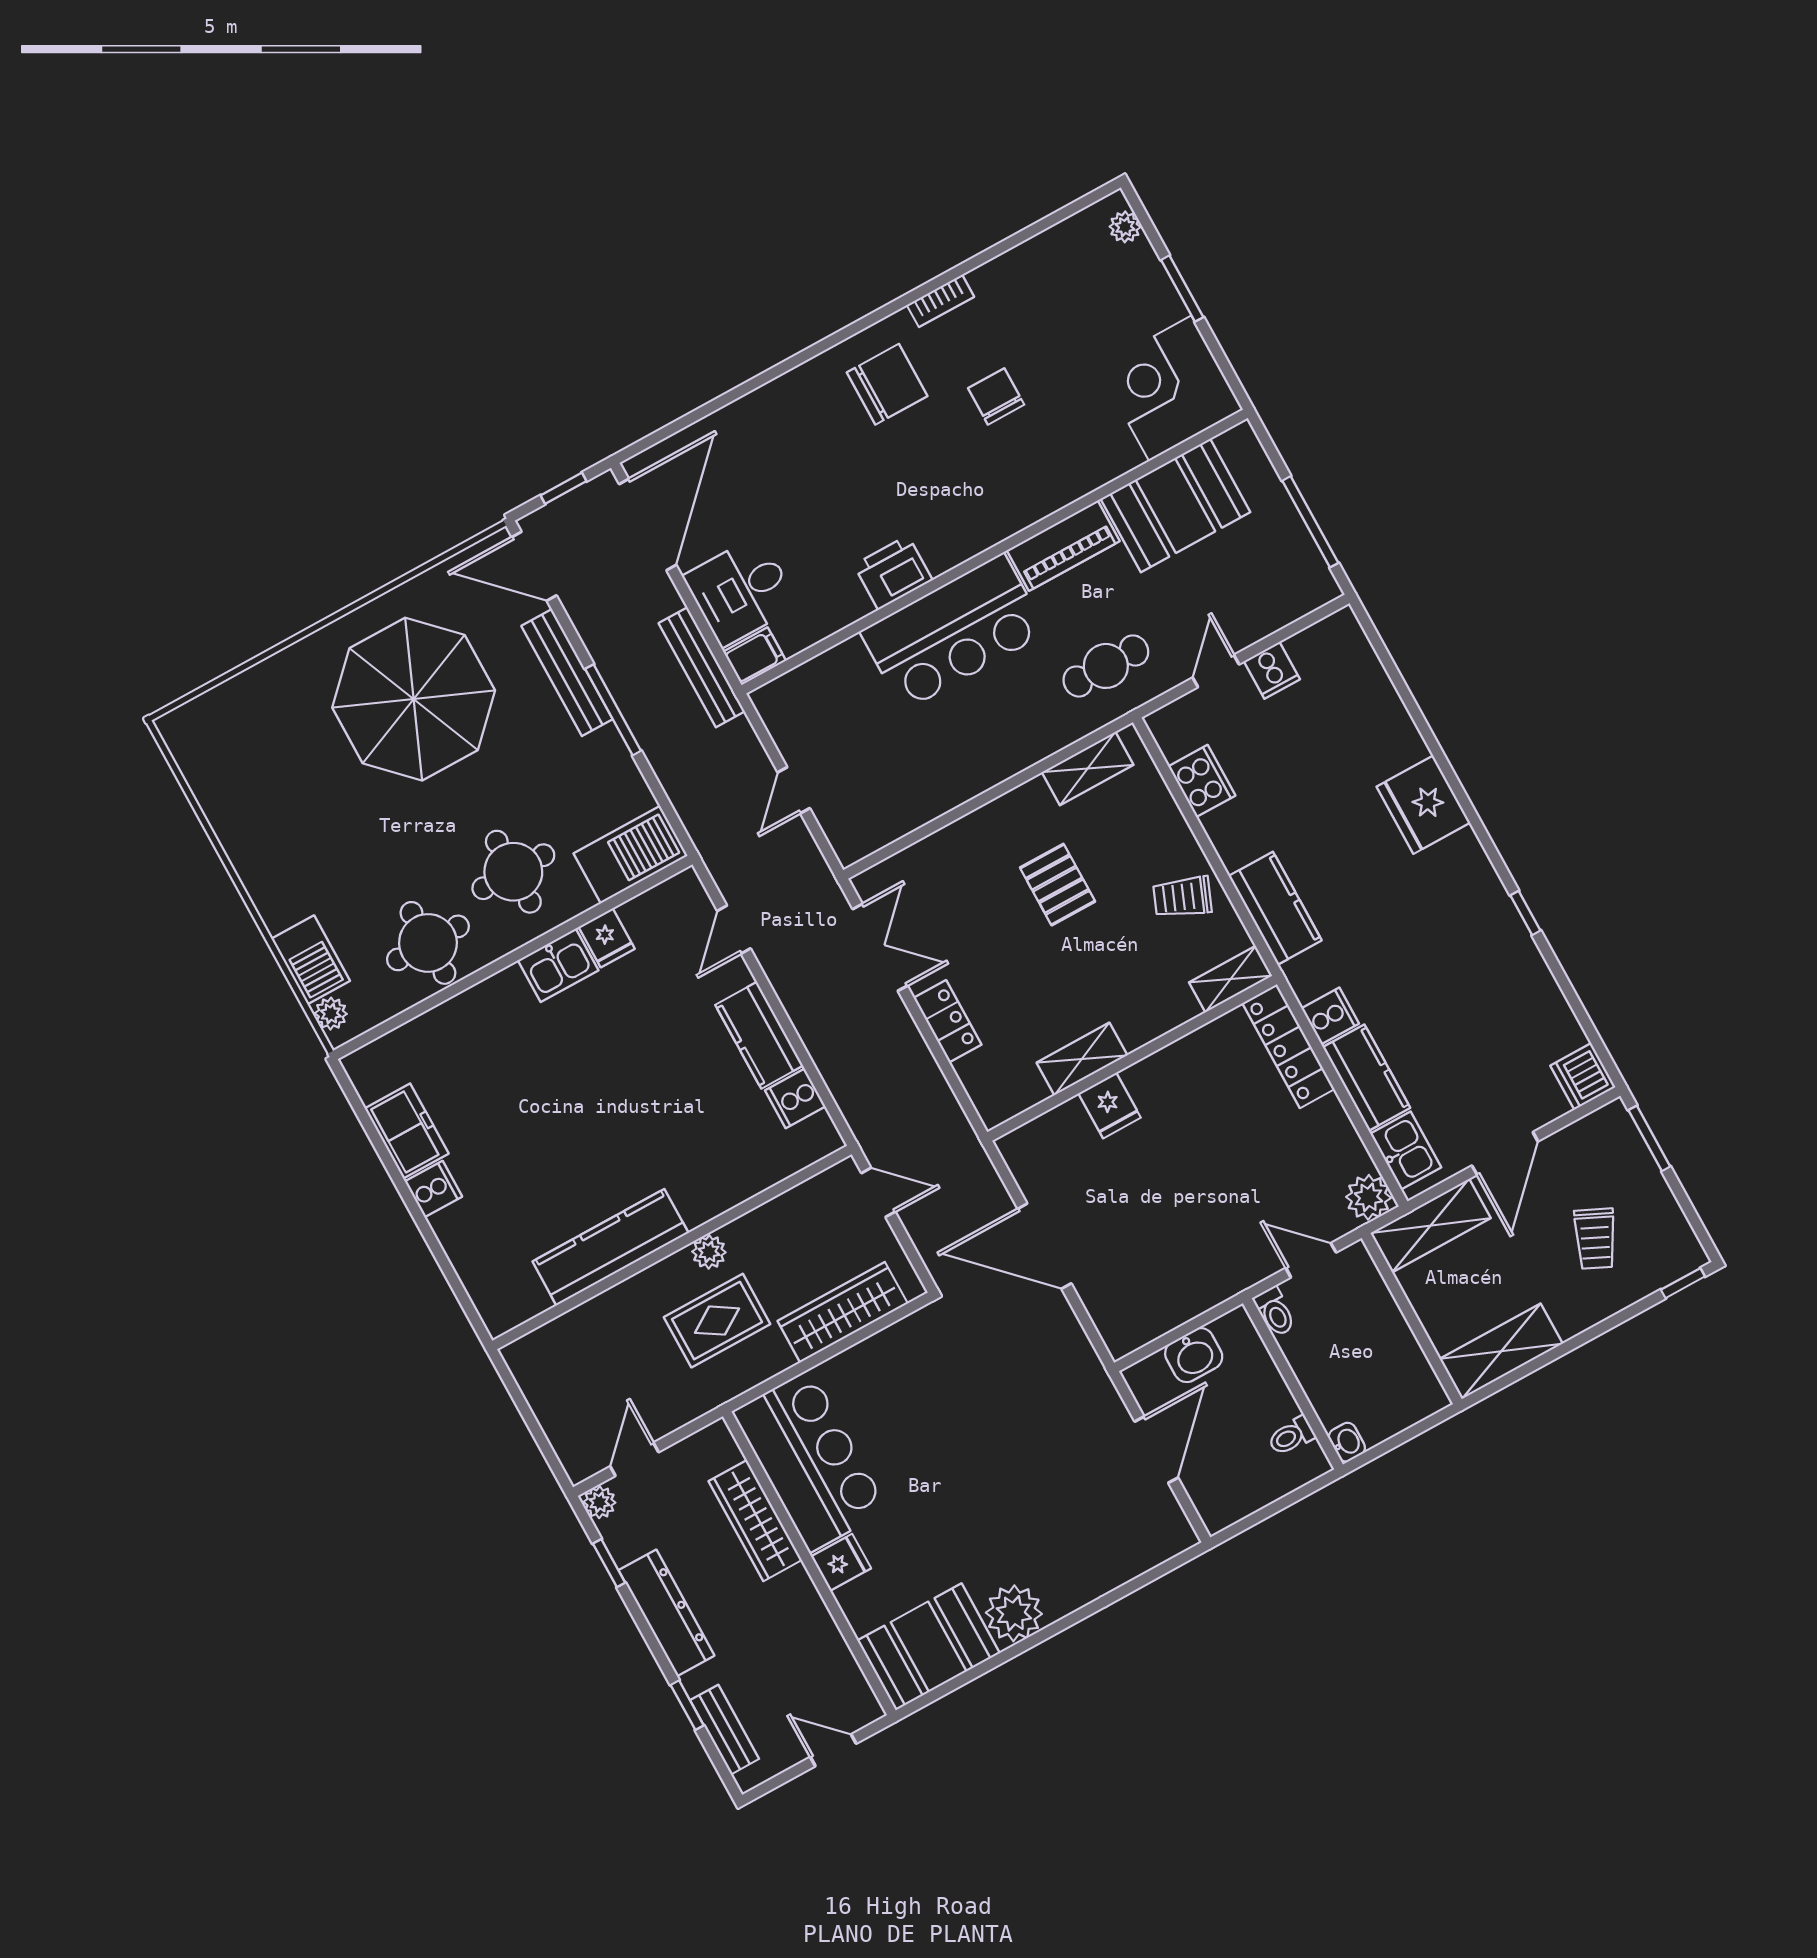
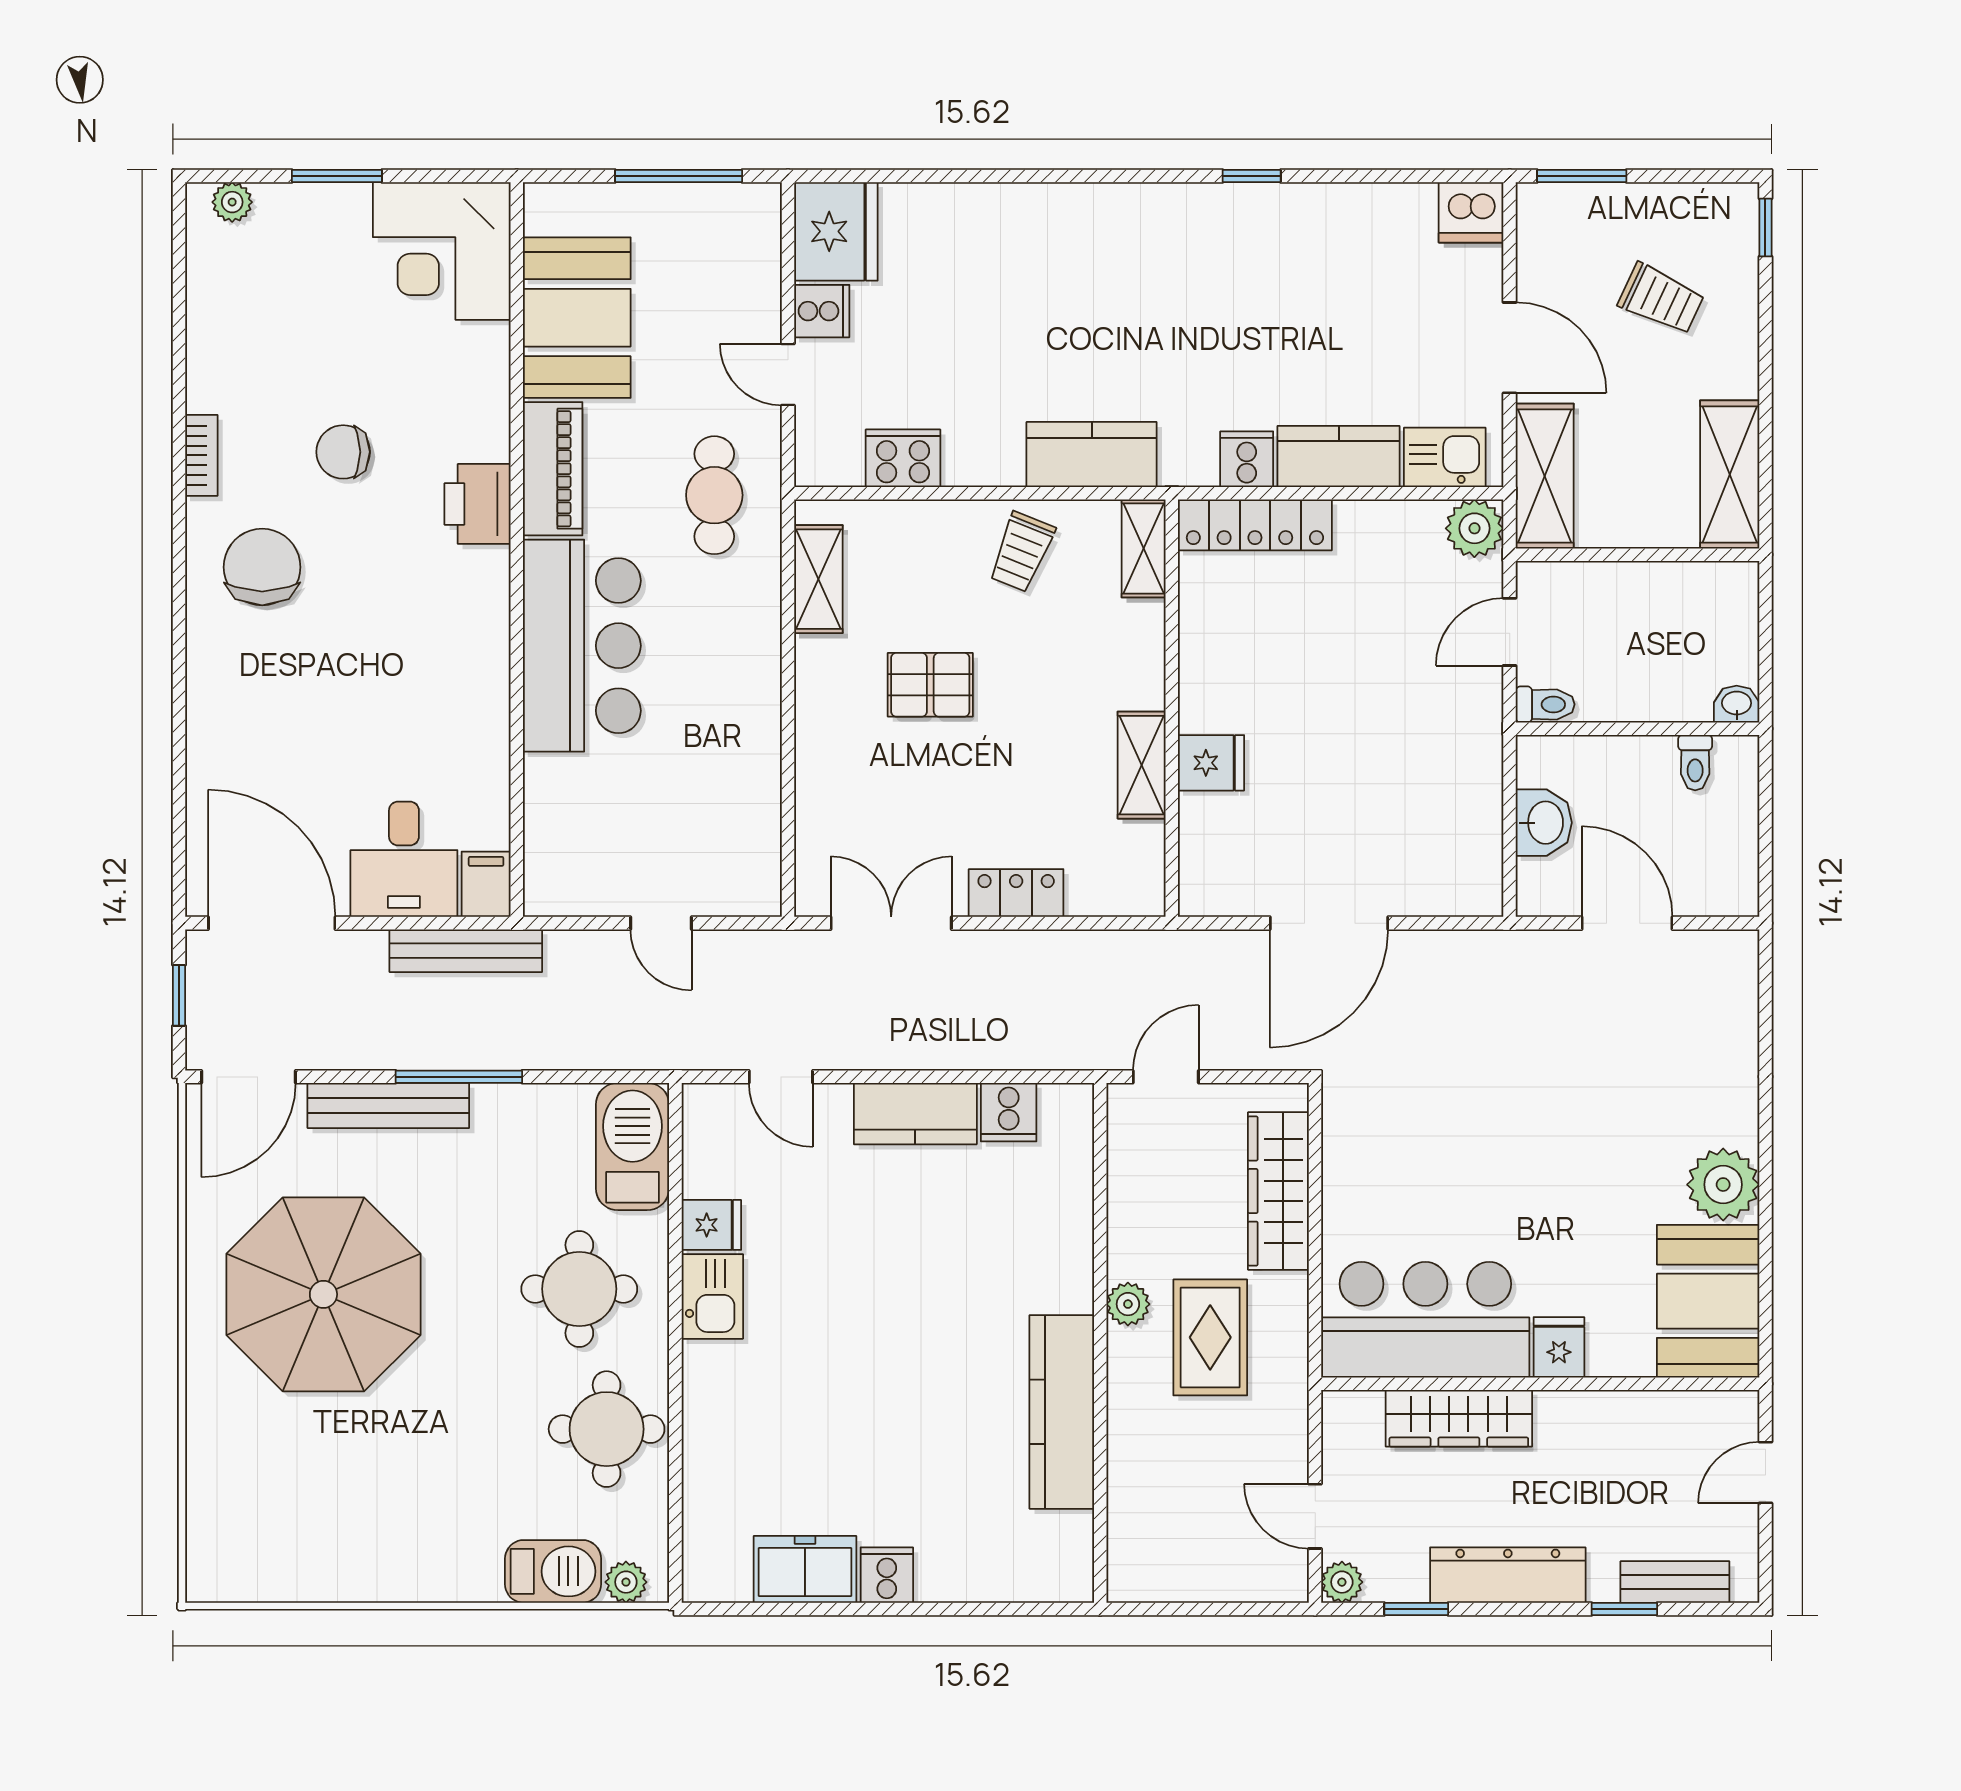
printer: (893, 572) -> (477, 504), moved
fridge: (1423, 805) -> (836, 231), moved, turned -90

